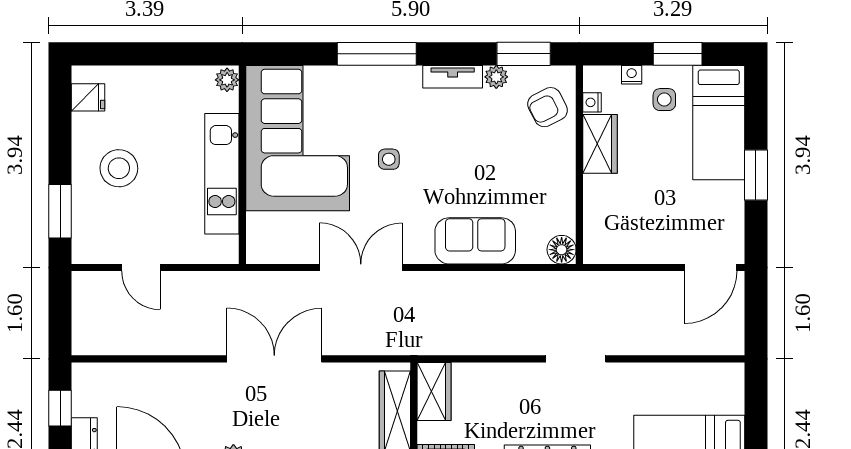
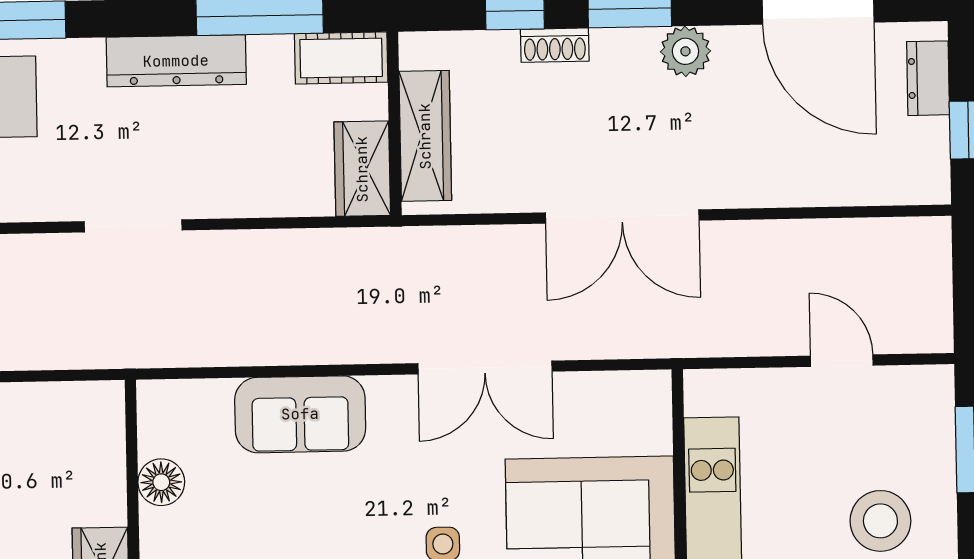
floor lamp: (562, 250) -> (161, 482), moved

